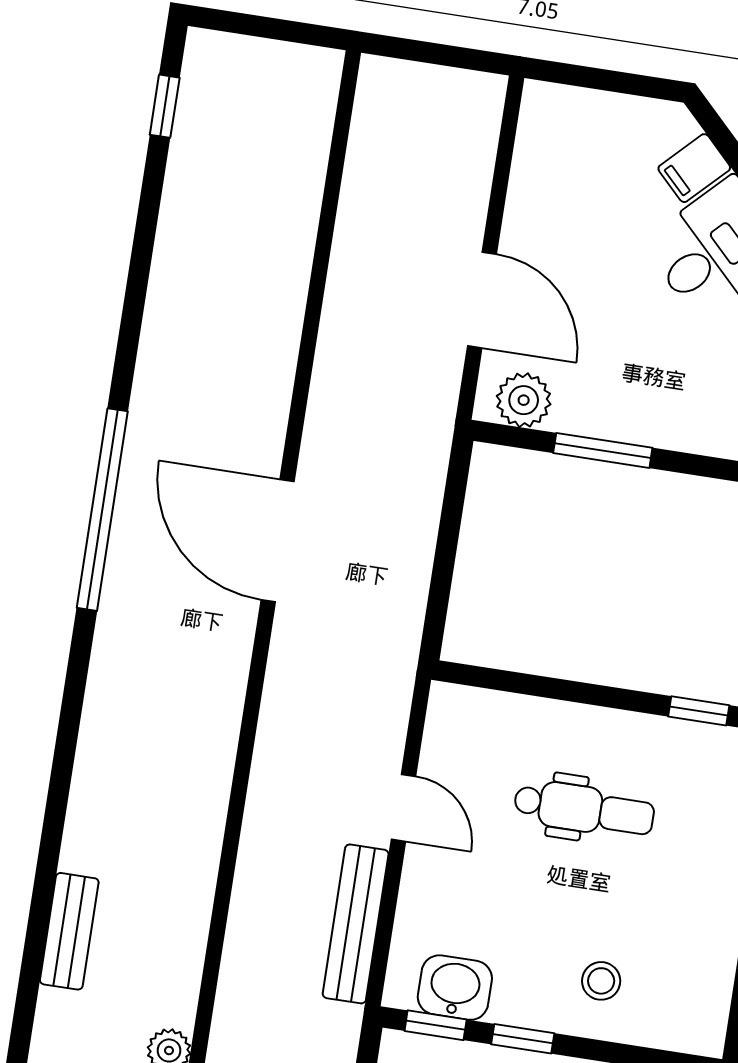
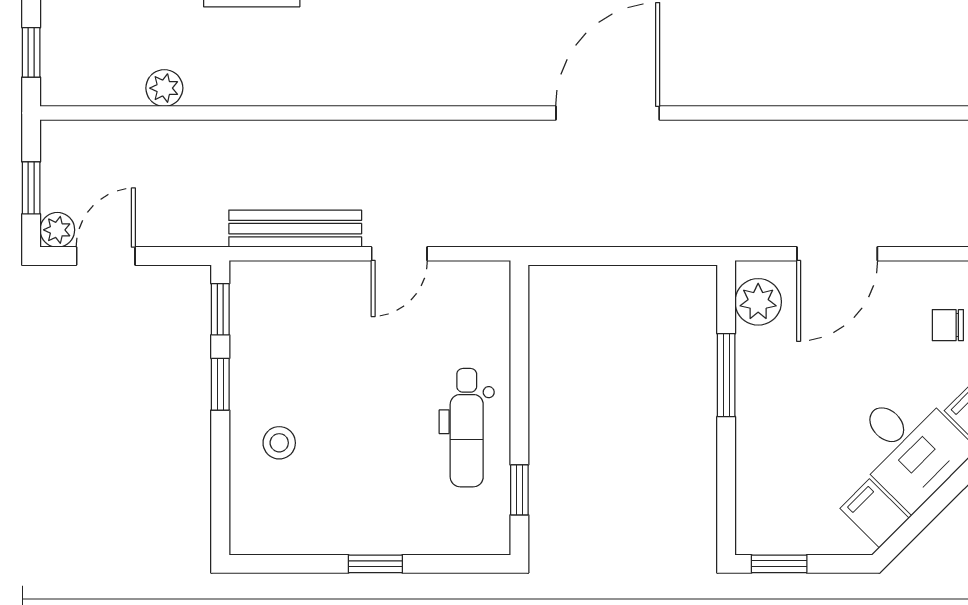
chair: (585, 184) -> (948, 325), added
dental chair: (584, 809) -> (467, 428), moved
washbasin: (455, 988) -> (255, 321), removed

